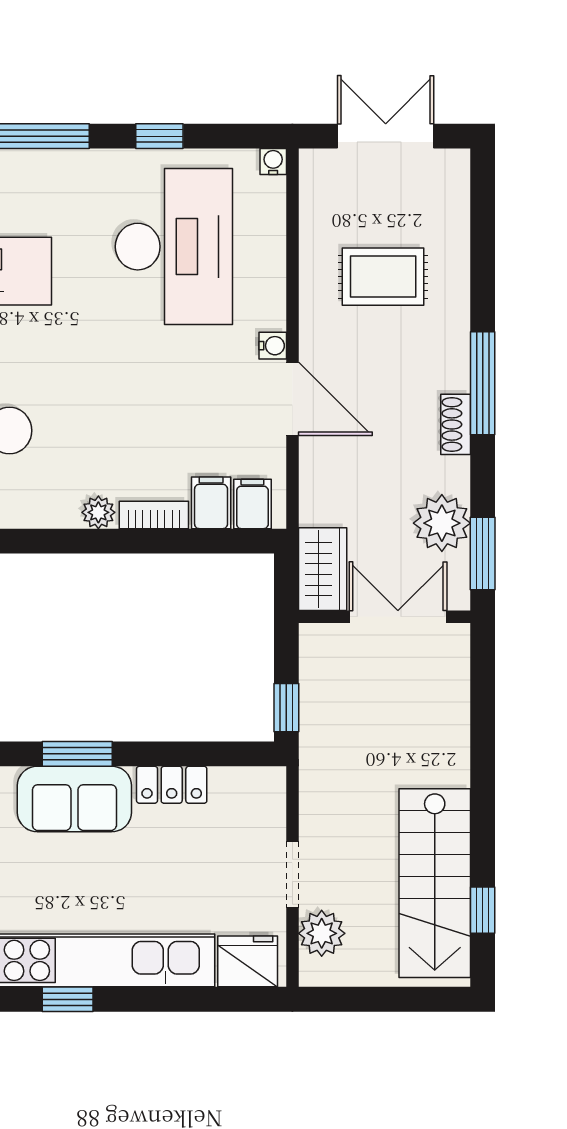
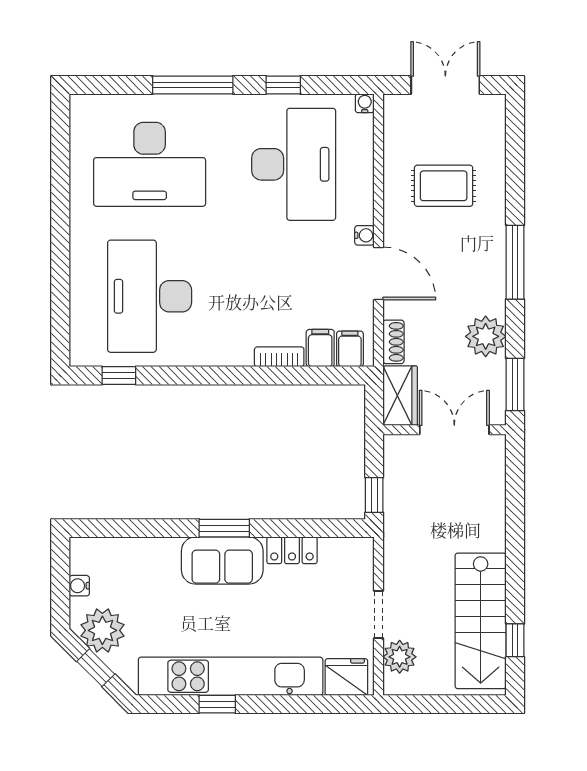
shoe rack: (456, 424) -> (393, 342), moved, turned 180
plant: (98, 512) -> (239, 355), removed
plant: (442, 523) -> (486, 336), moved

